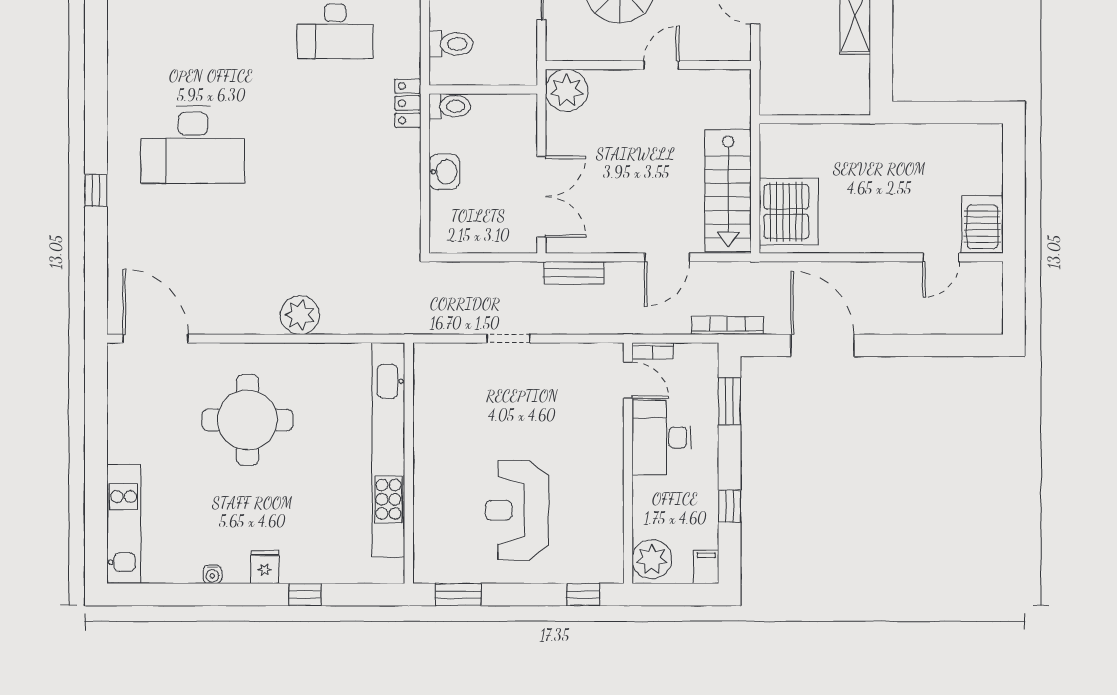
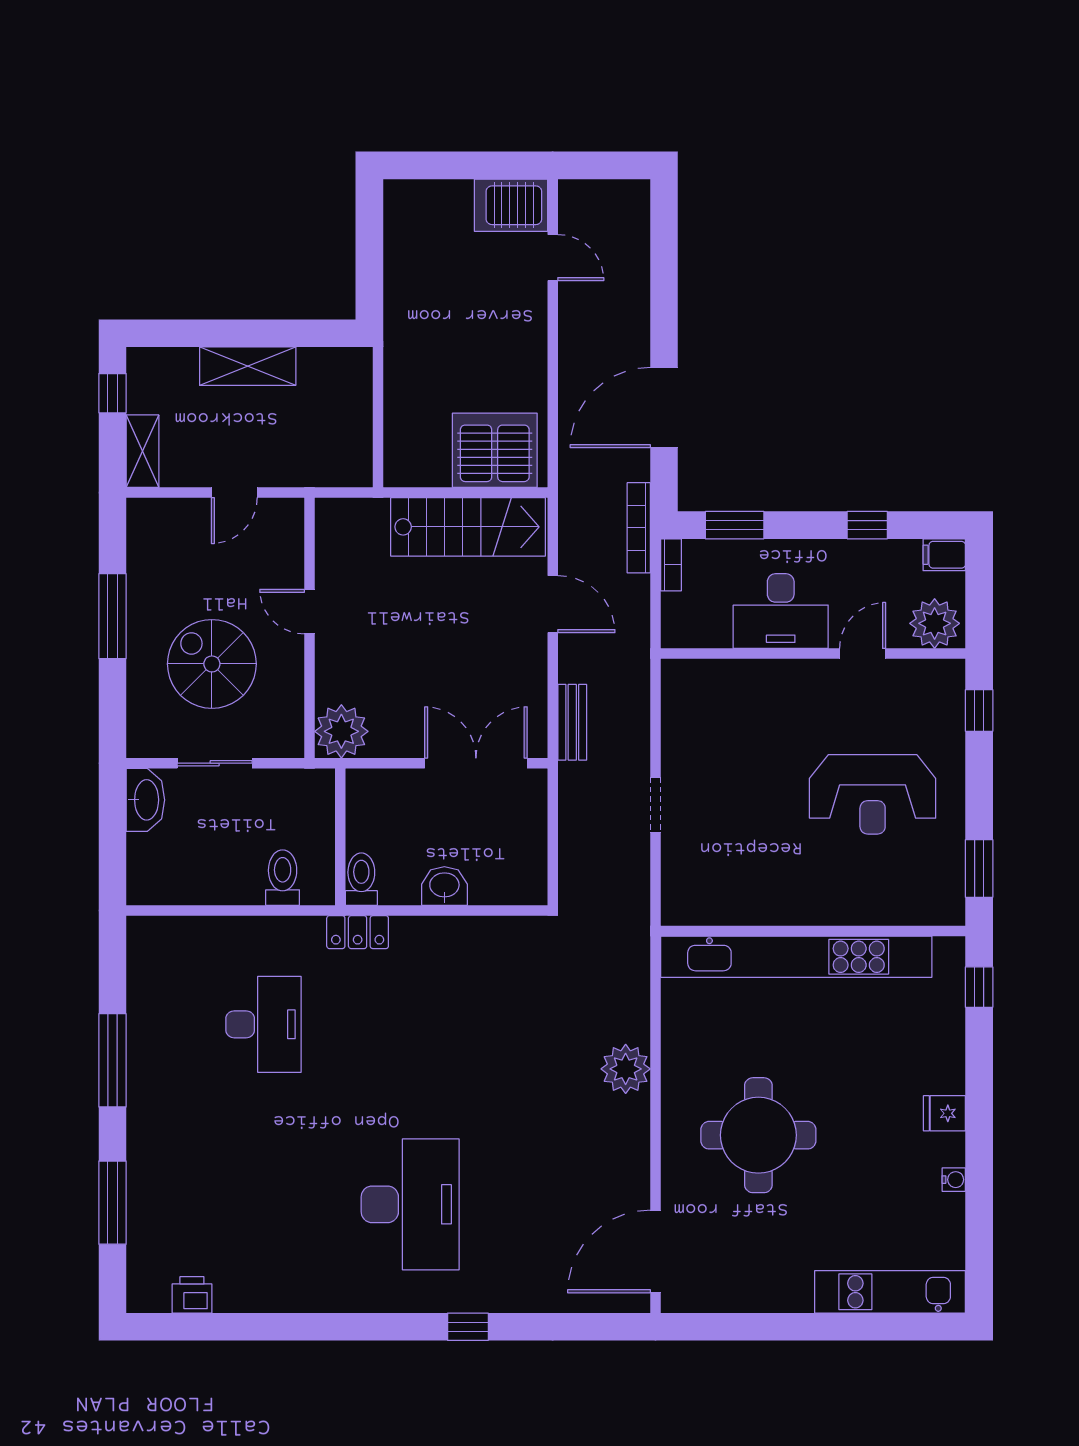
bookcase: (653, 351) -> (671, 565), moved
door: (628, 380) -> (863, 654), moved
window: (305, 594) -> (979, 987), moved

